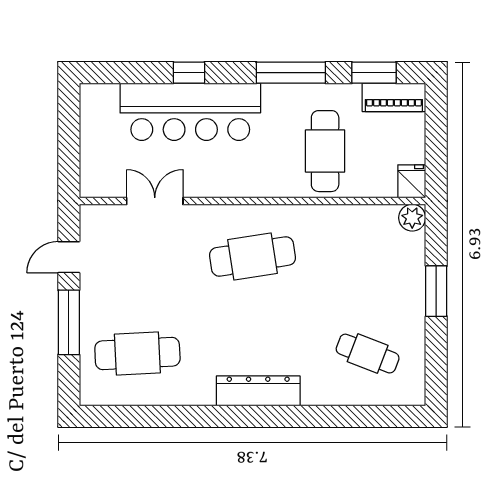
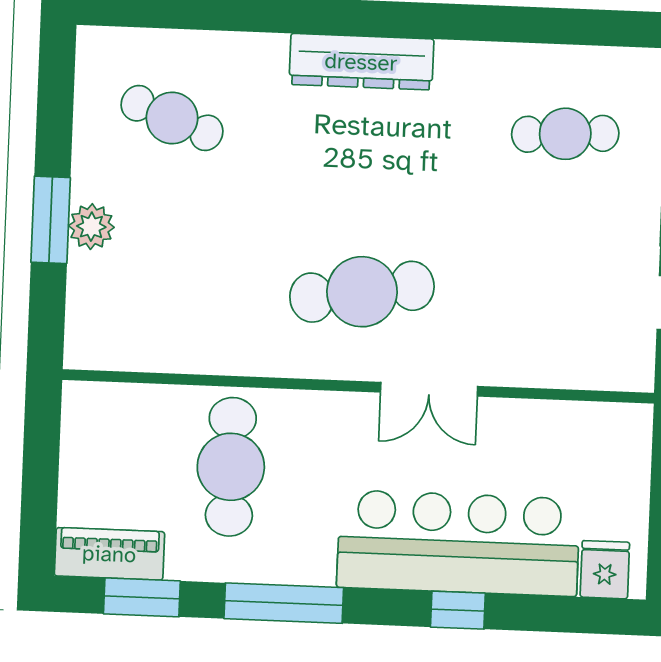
fridge: (412, 181) -> (605, 570), moved, turned 180
double door: (155, 201) -> (429, 389), moved
plant: (412, 218) -> (91, 227), moved
cafe table: (137, 354) -> (565, 134), width x0.73, depth x0.74

